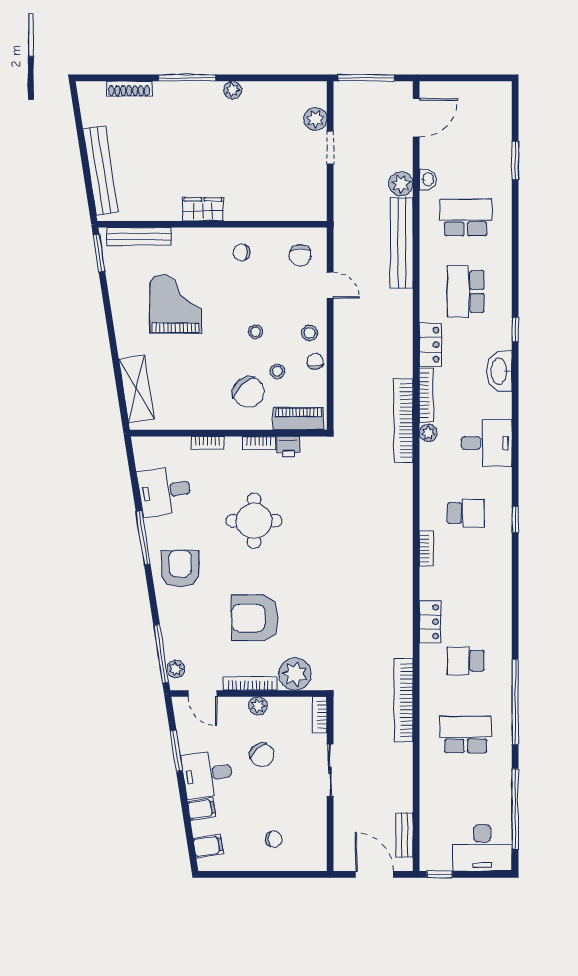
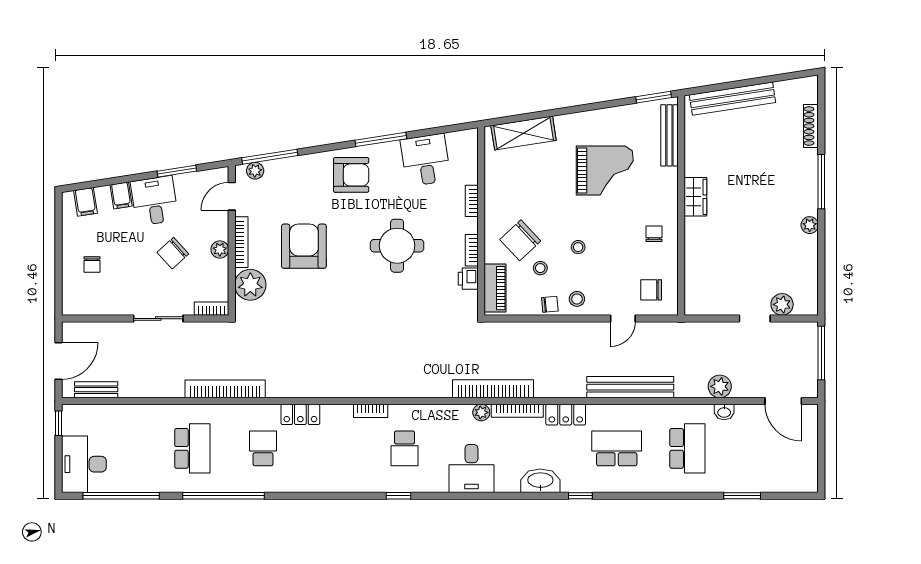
bench: (402, 243) -> (630, 387), moved

